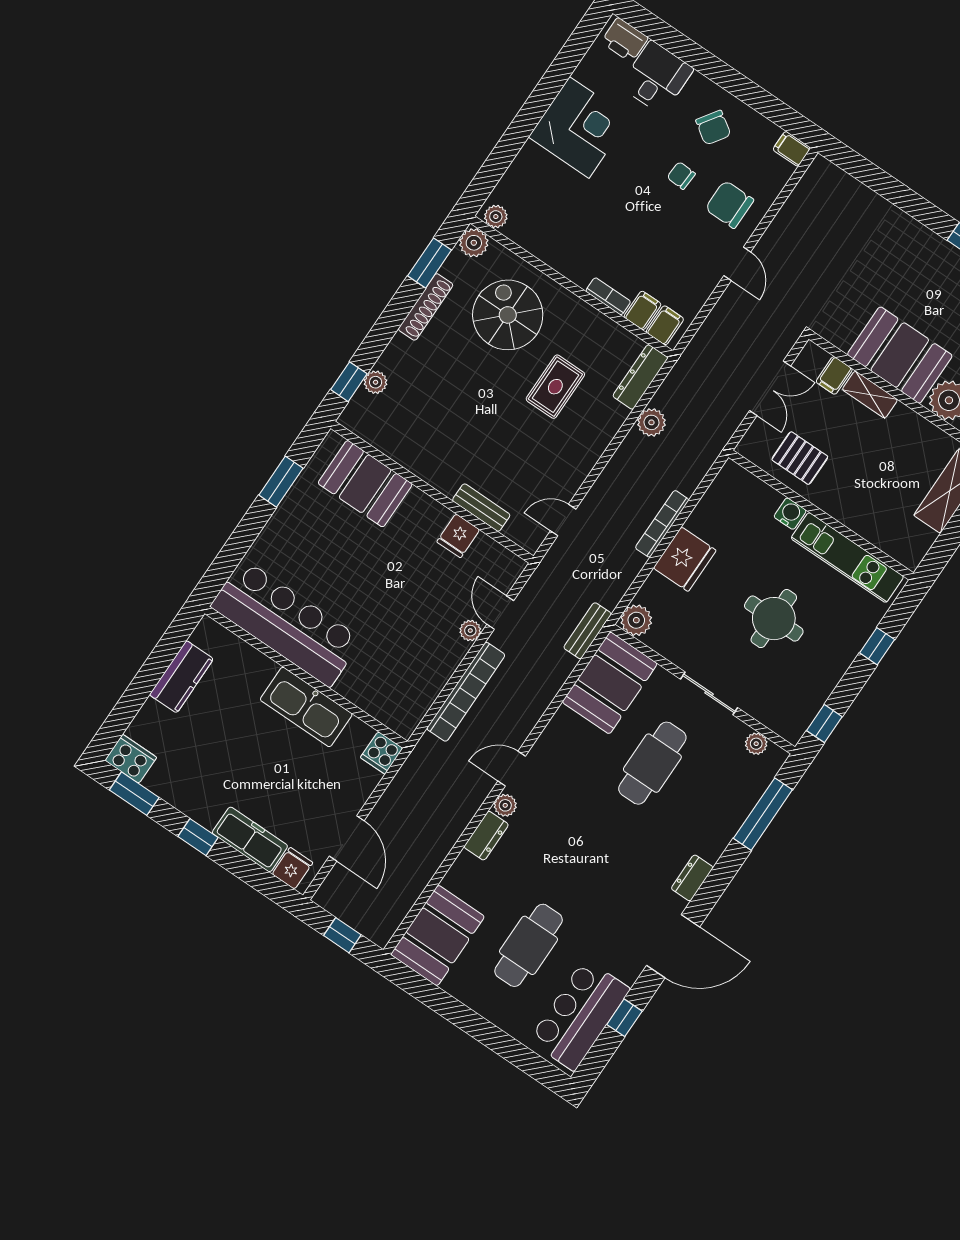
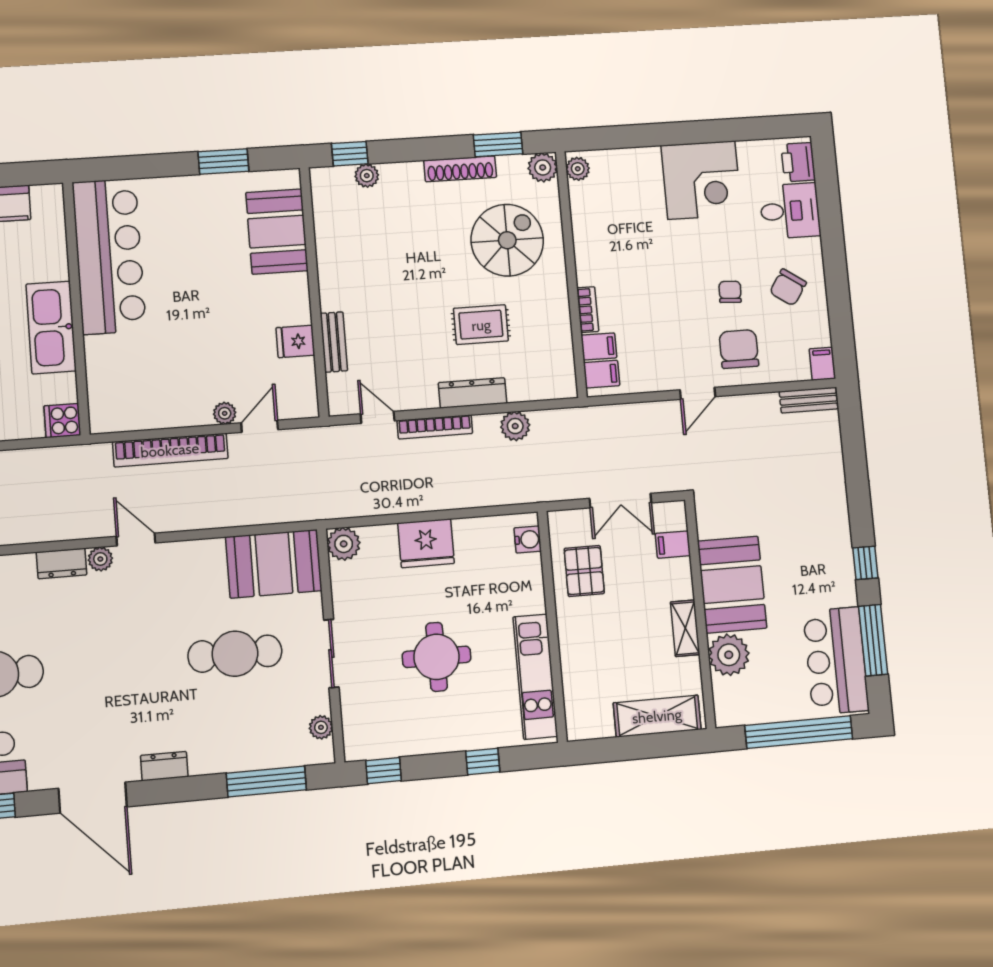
dresser: (640, 377) -> (473, 393), moved
shelving: (870, 395) -> (685, 628), moved
water cooler: (790, 514) -> (528, 539), moved
bookcase: (662, 524) -> (435, 427), moved, turned 180
bench: (588, 631) -> (809, 400), moved

